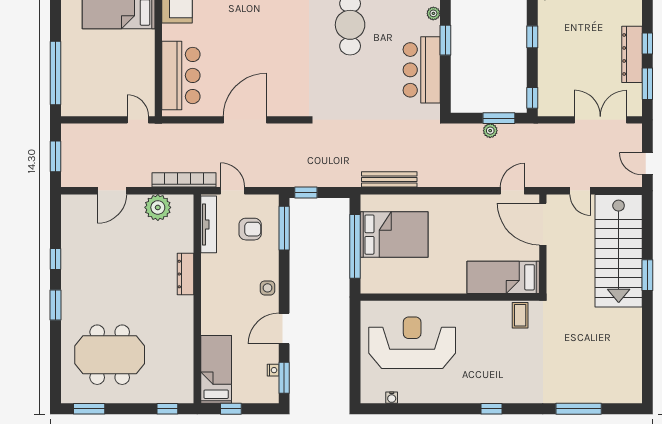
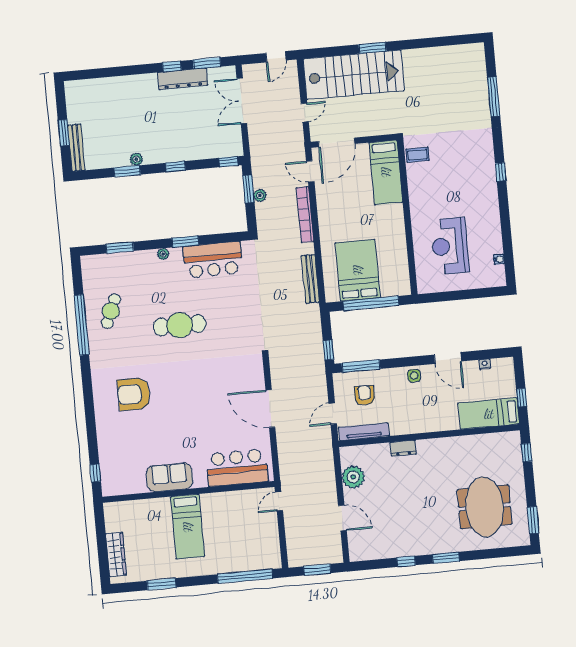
bookcase: (184, 180) -> (305, 215), moved
dresser: (186, 274) -> (403, 448), width x0.70
reception desk: (412, 343) -> (450, 246), width x0.74, depth x0.77
window: (284, 378) -> (490, 354), removed

